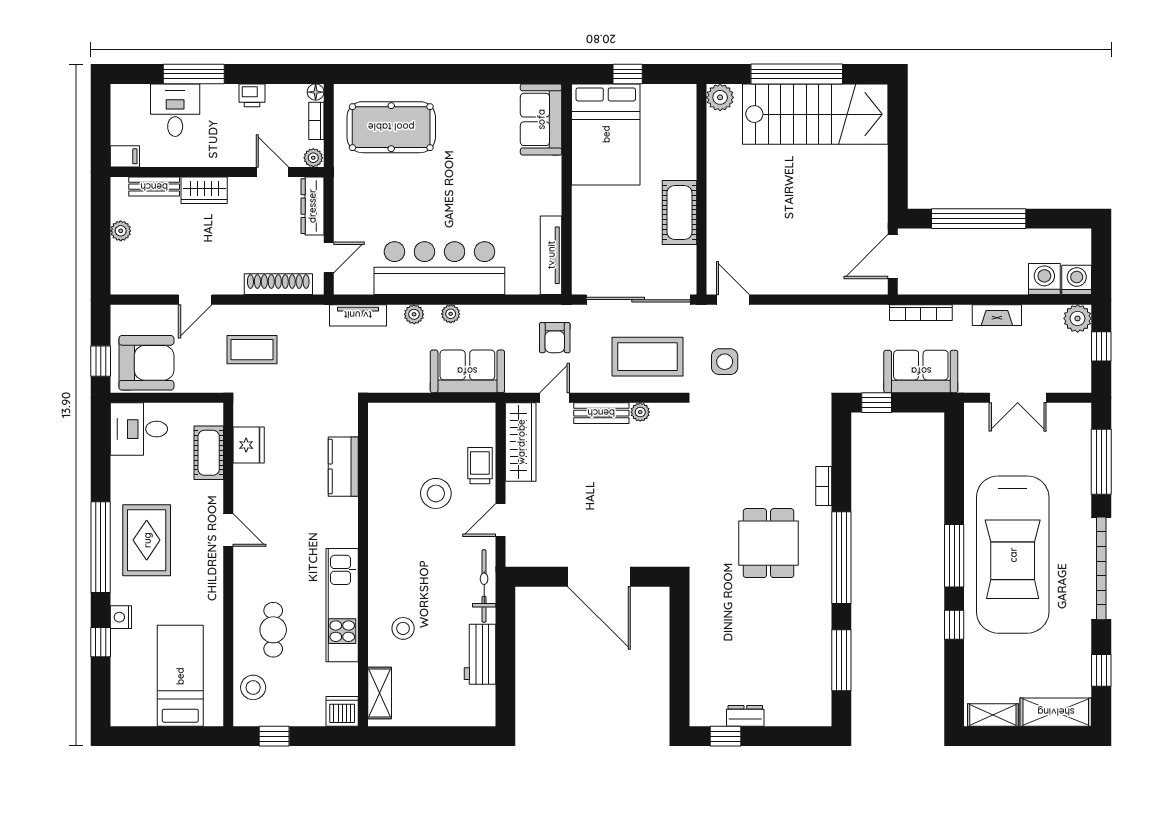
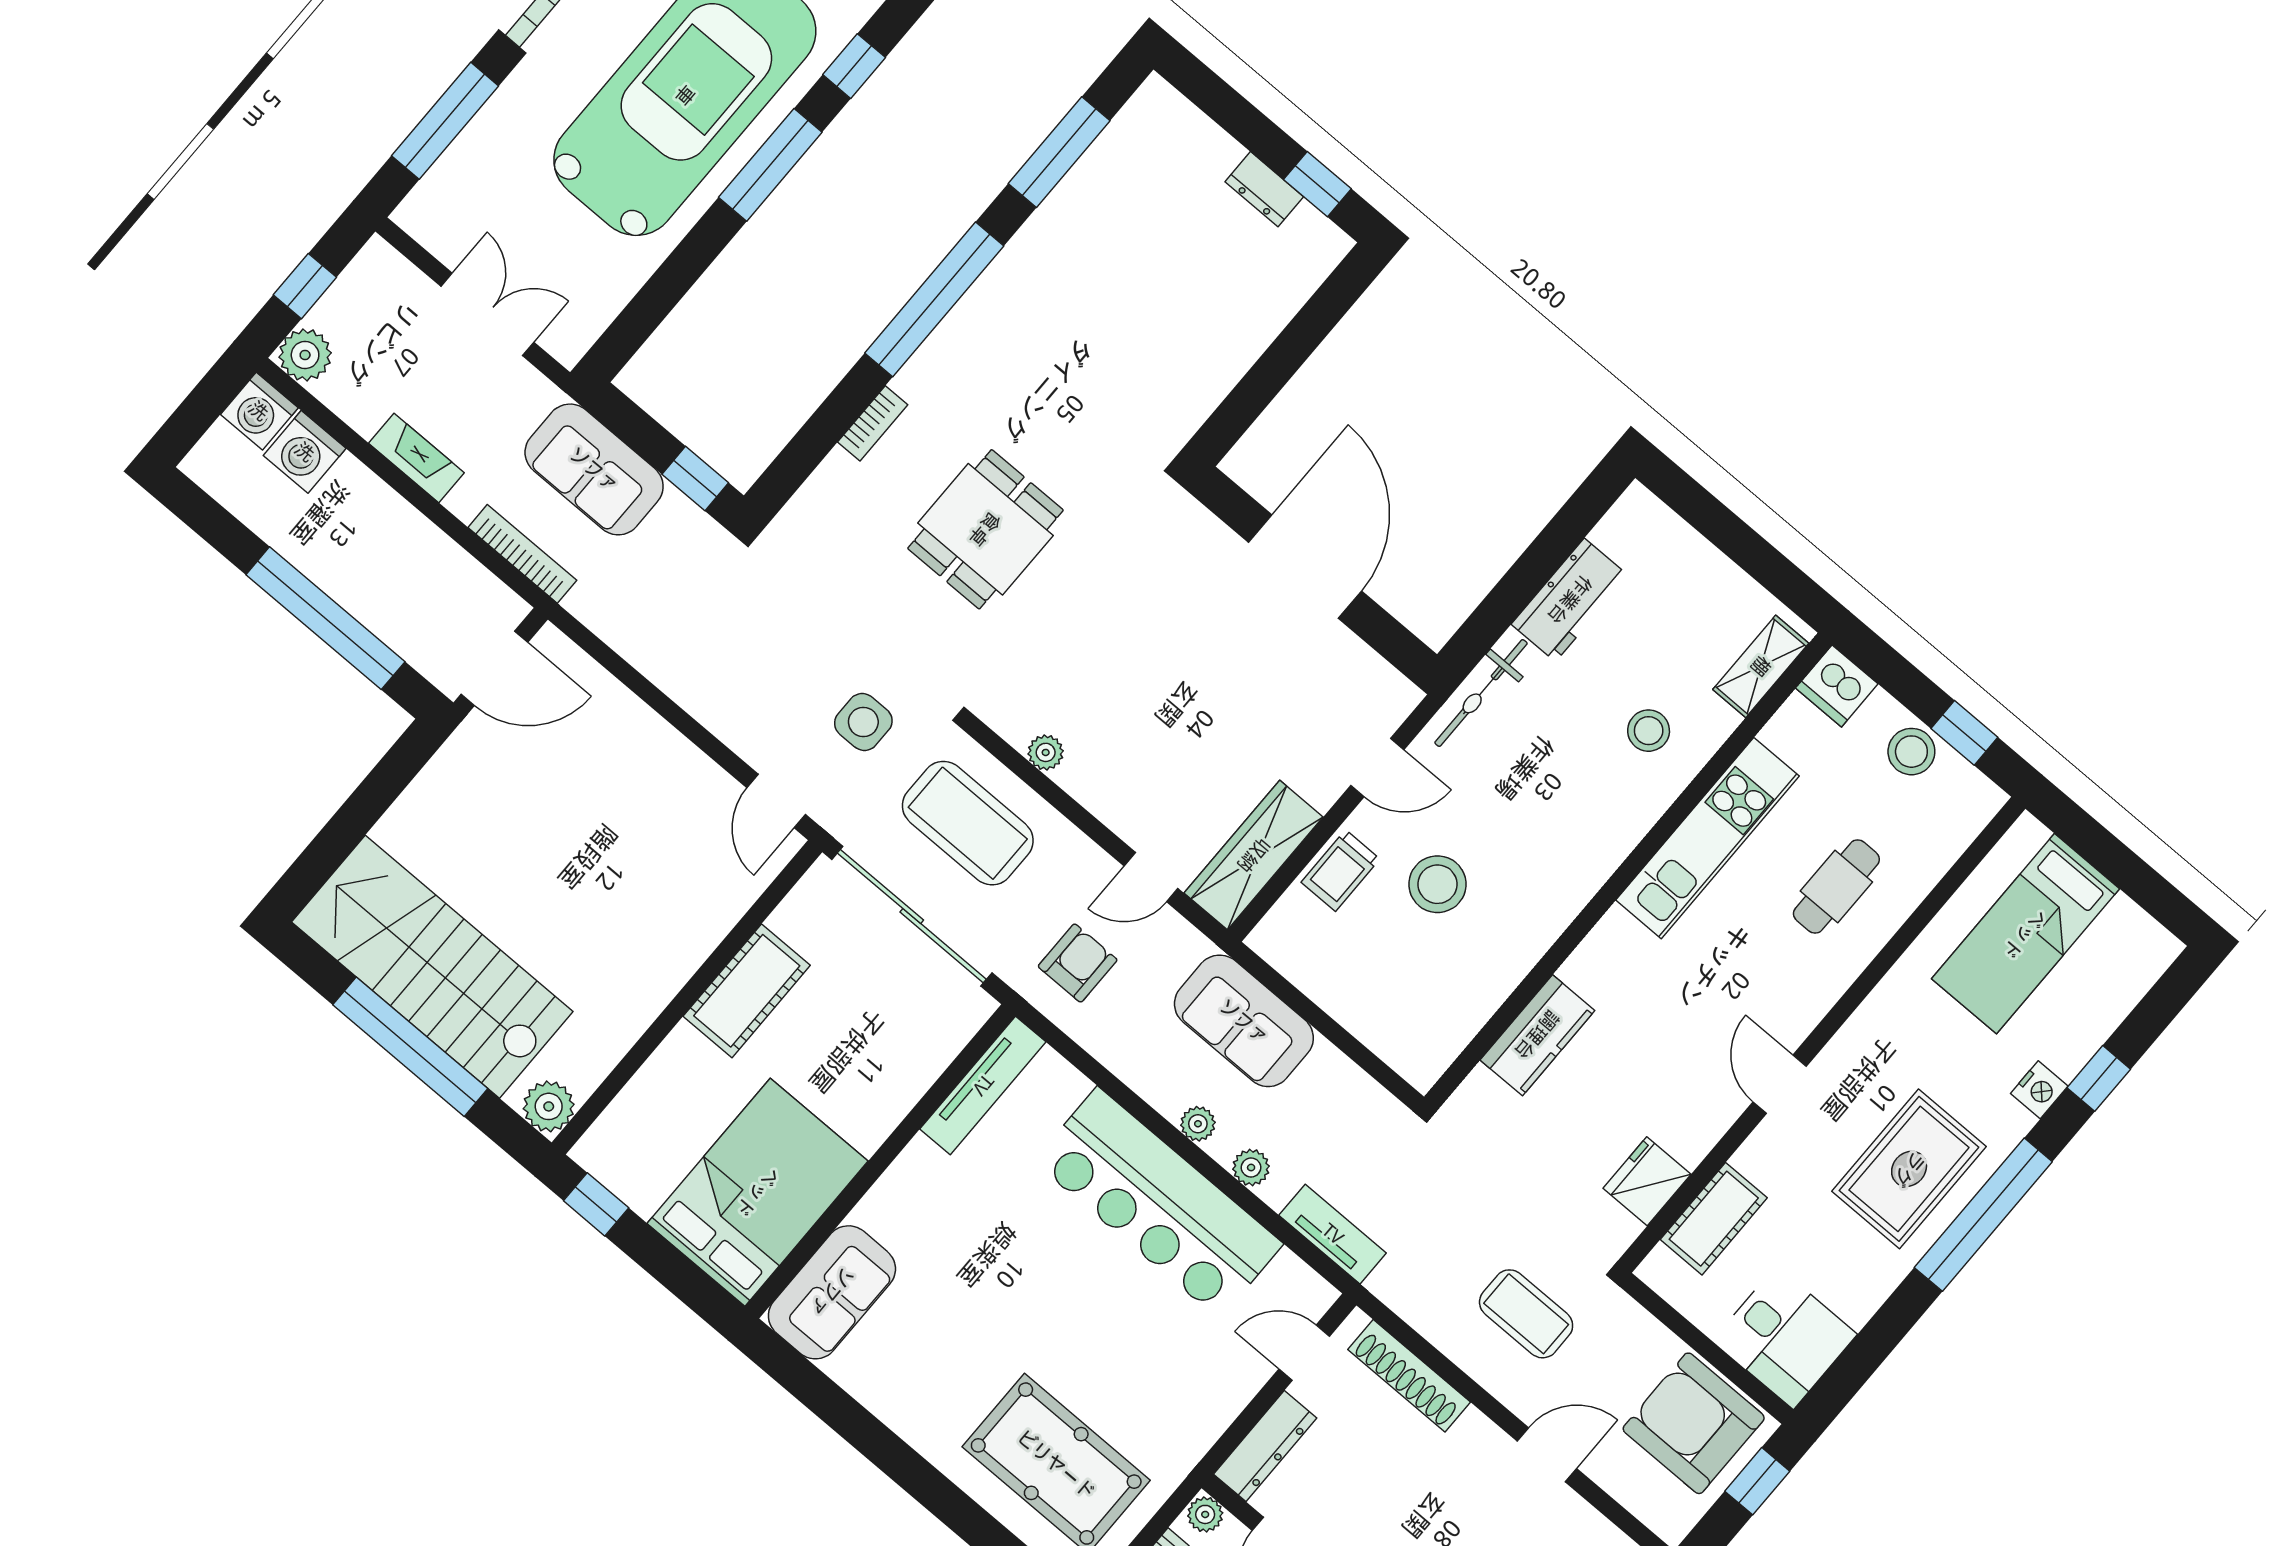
window: (628, 74) -> (596, 1204), moved
bench: (601, 413) -> (1103, 798), removed
dining table: (769, 543) -> (985, 529), moved
stool: (253, 687) -> (1911, 752), moved

